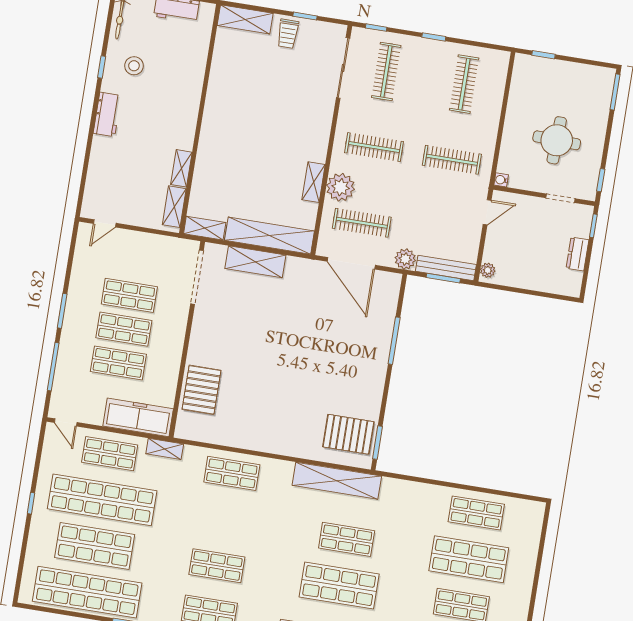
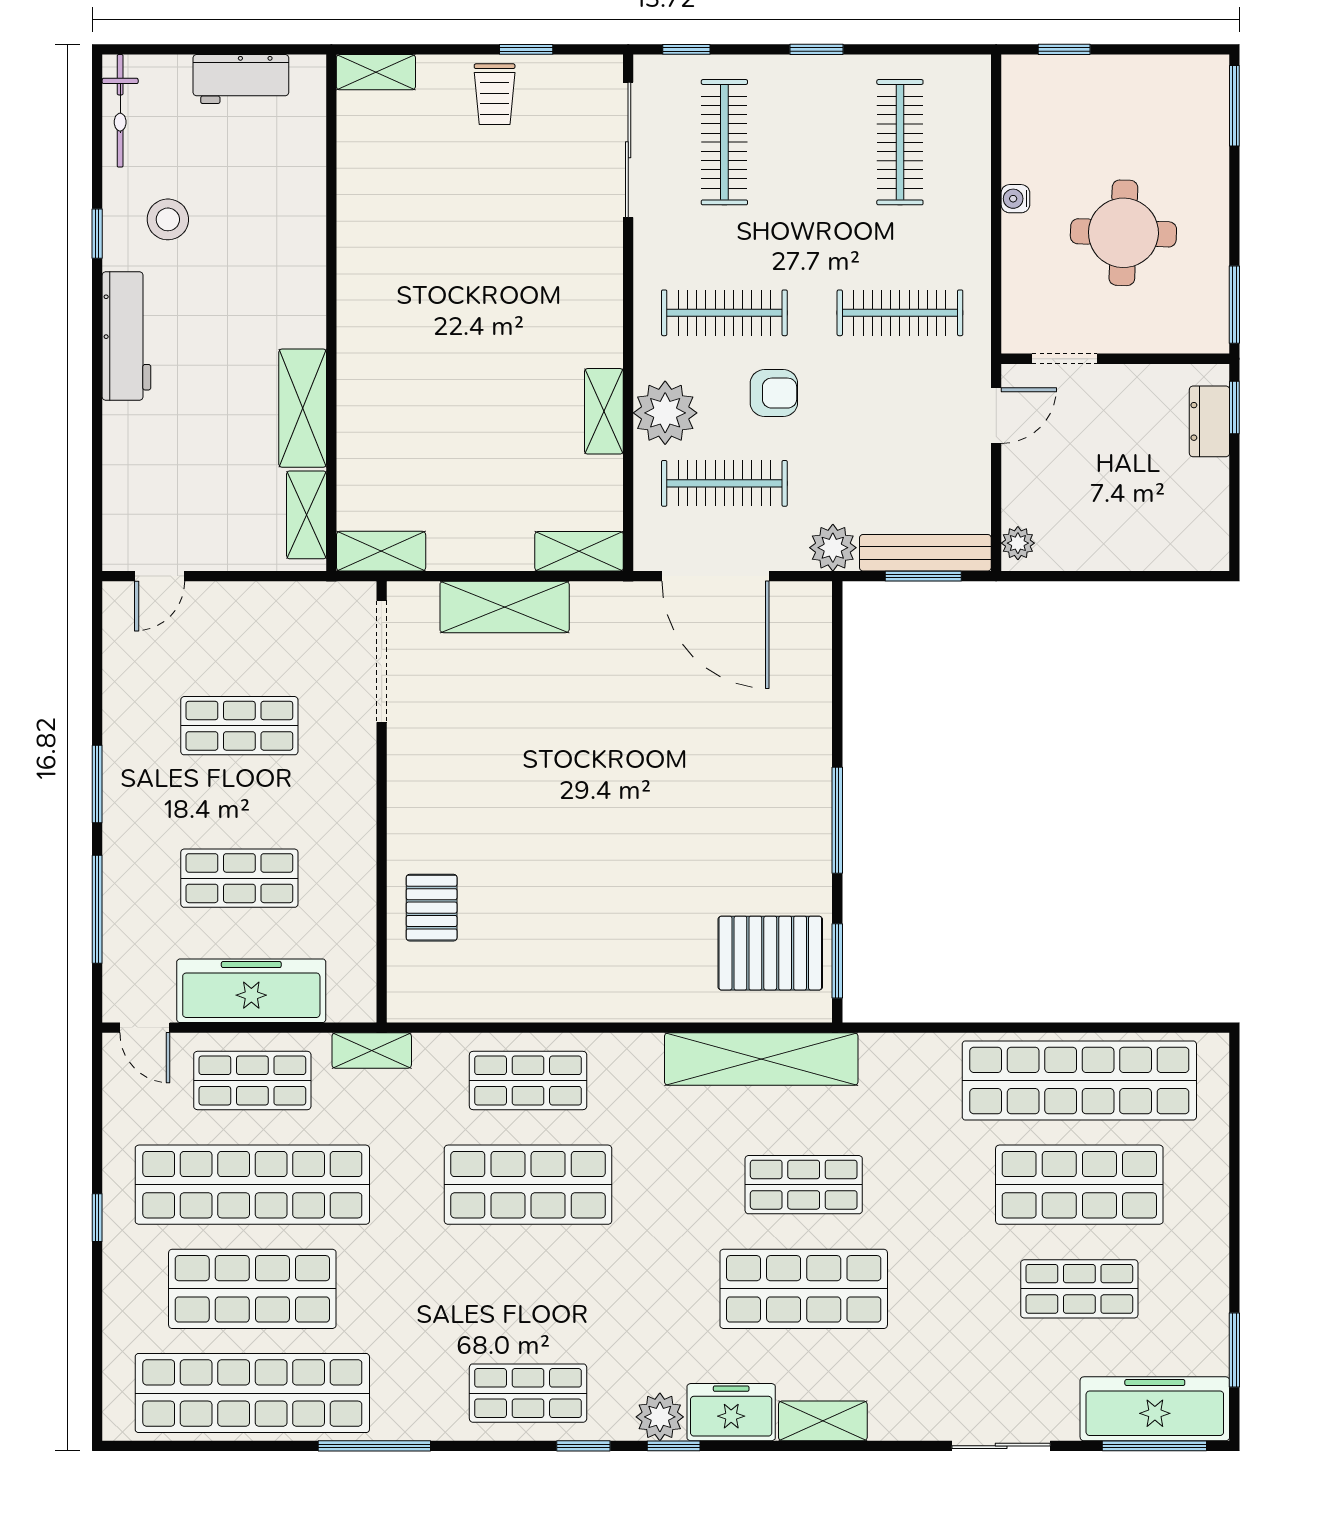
shelving: (245, 19) -> (376, 72), width x0.67, depth x0.75
workbench: (107, 114) -> (126, 336), width x1.38
shelving: (181, 168) -> (303, 408), width x1.50, depth x1.33
water cooler: (501, 180) -> (1015, 199), moved
window: (601, 180) -> (1234, 305), width x1.50
armchair: (390, 186) -> (774, 393), added
doorway: (560, 198) -> (1065, 359), moved
shelving: (269, 236) -> (579, 551), width x0.45, depth x0.75
dresser: (577, 254) -> (1209, 421), moved
shop shelf: (124, 329) -> (239, 802), removed
window: (394, 341) -> (837, 820), moved
pallet: (202, 390) -> (432, 908), width x0.67, depth x0.71
freezer: (138, 417) -> (251, 991), moved
shop shelf: (476, 513) -> (1079, 1080), width x2.00, depth x1.36
shop shelf: (217, 566) -> (528, 1185), moved, width x1.43, depth x1.36

